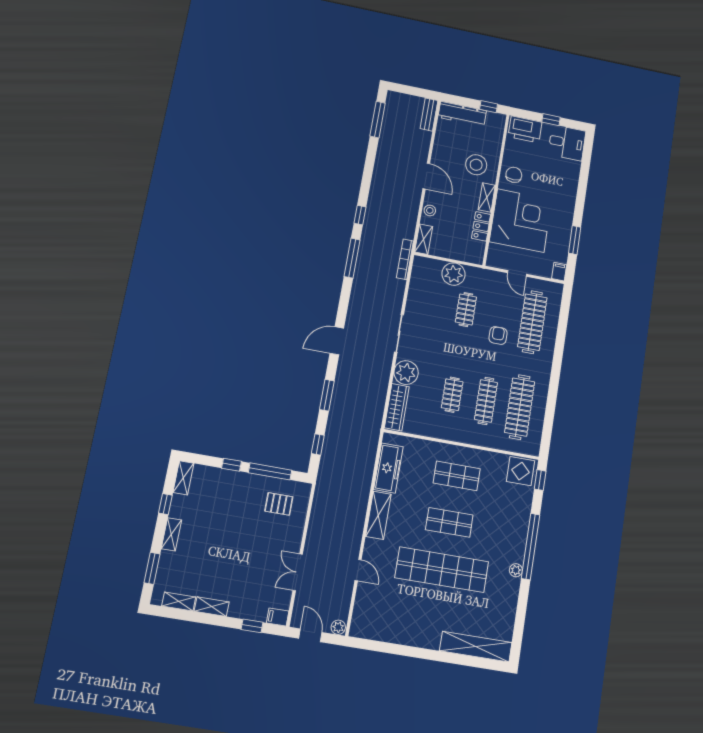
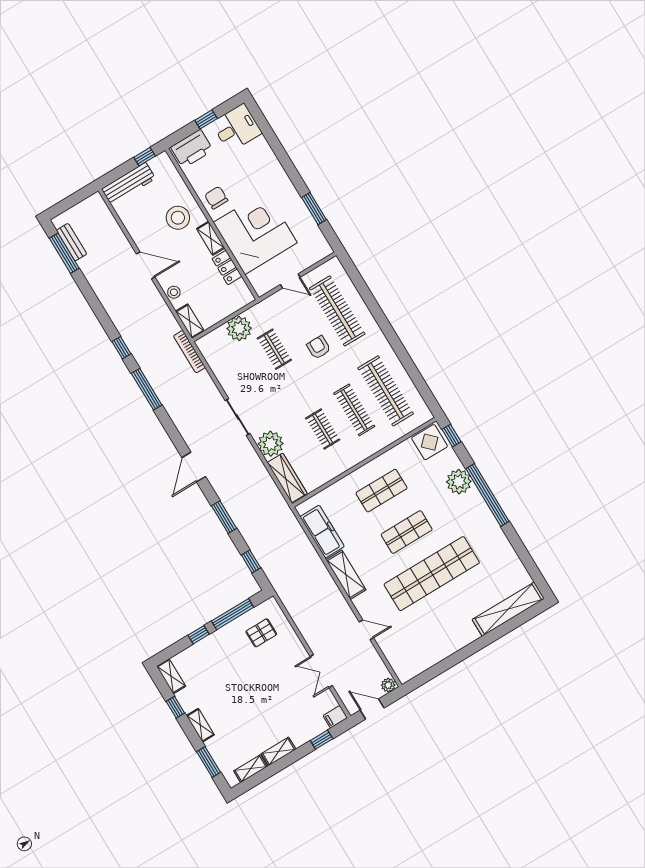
bench: (429, 115) -> (72, 242), moved
filing cabinet: (559, 272) -> (324, 248), removed
plant: (516, 570) -> (459, 482), moved, width x1.88, depth x1.88

